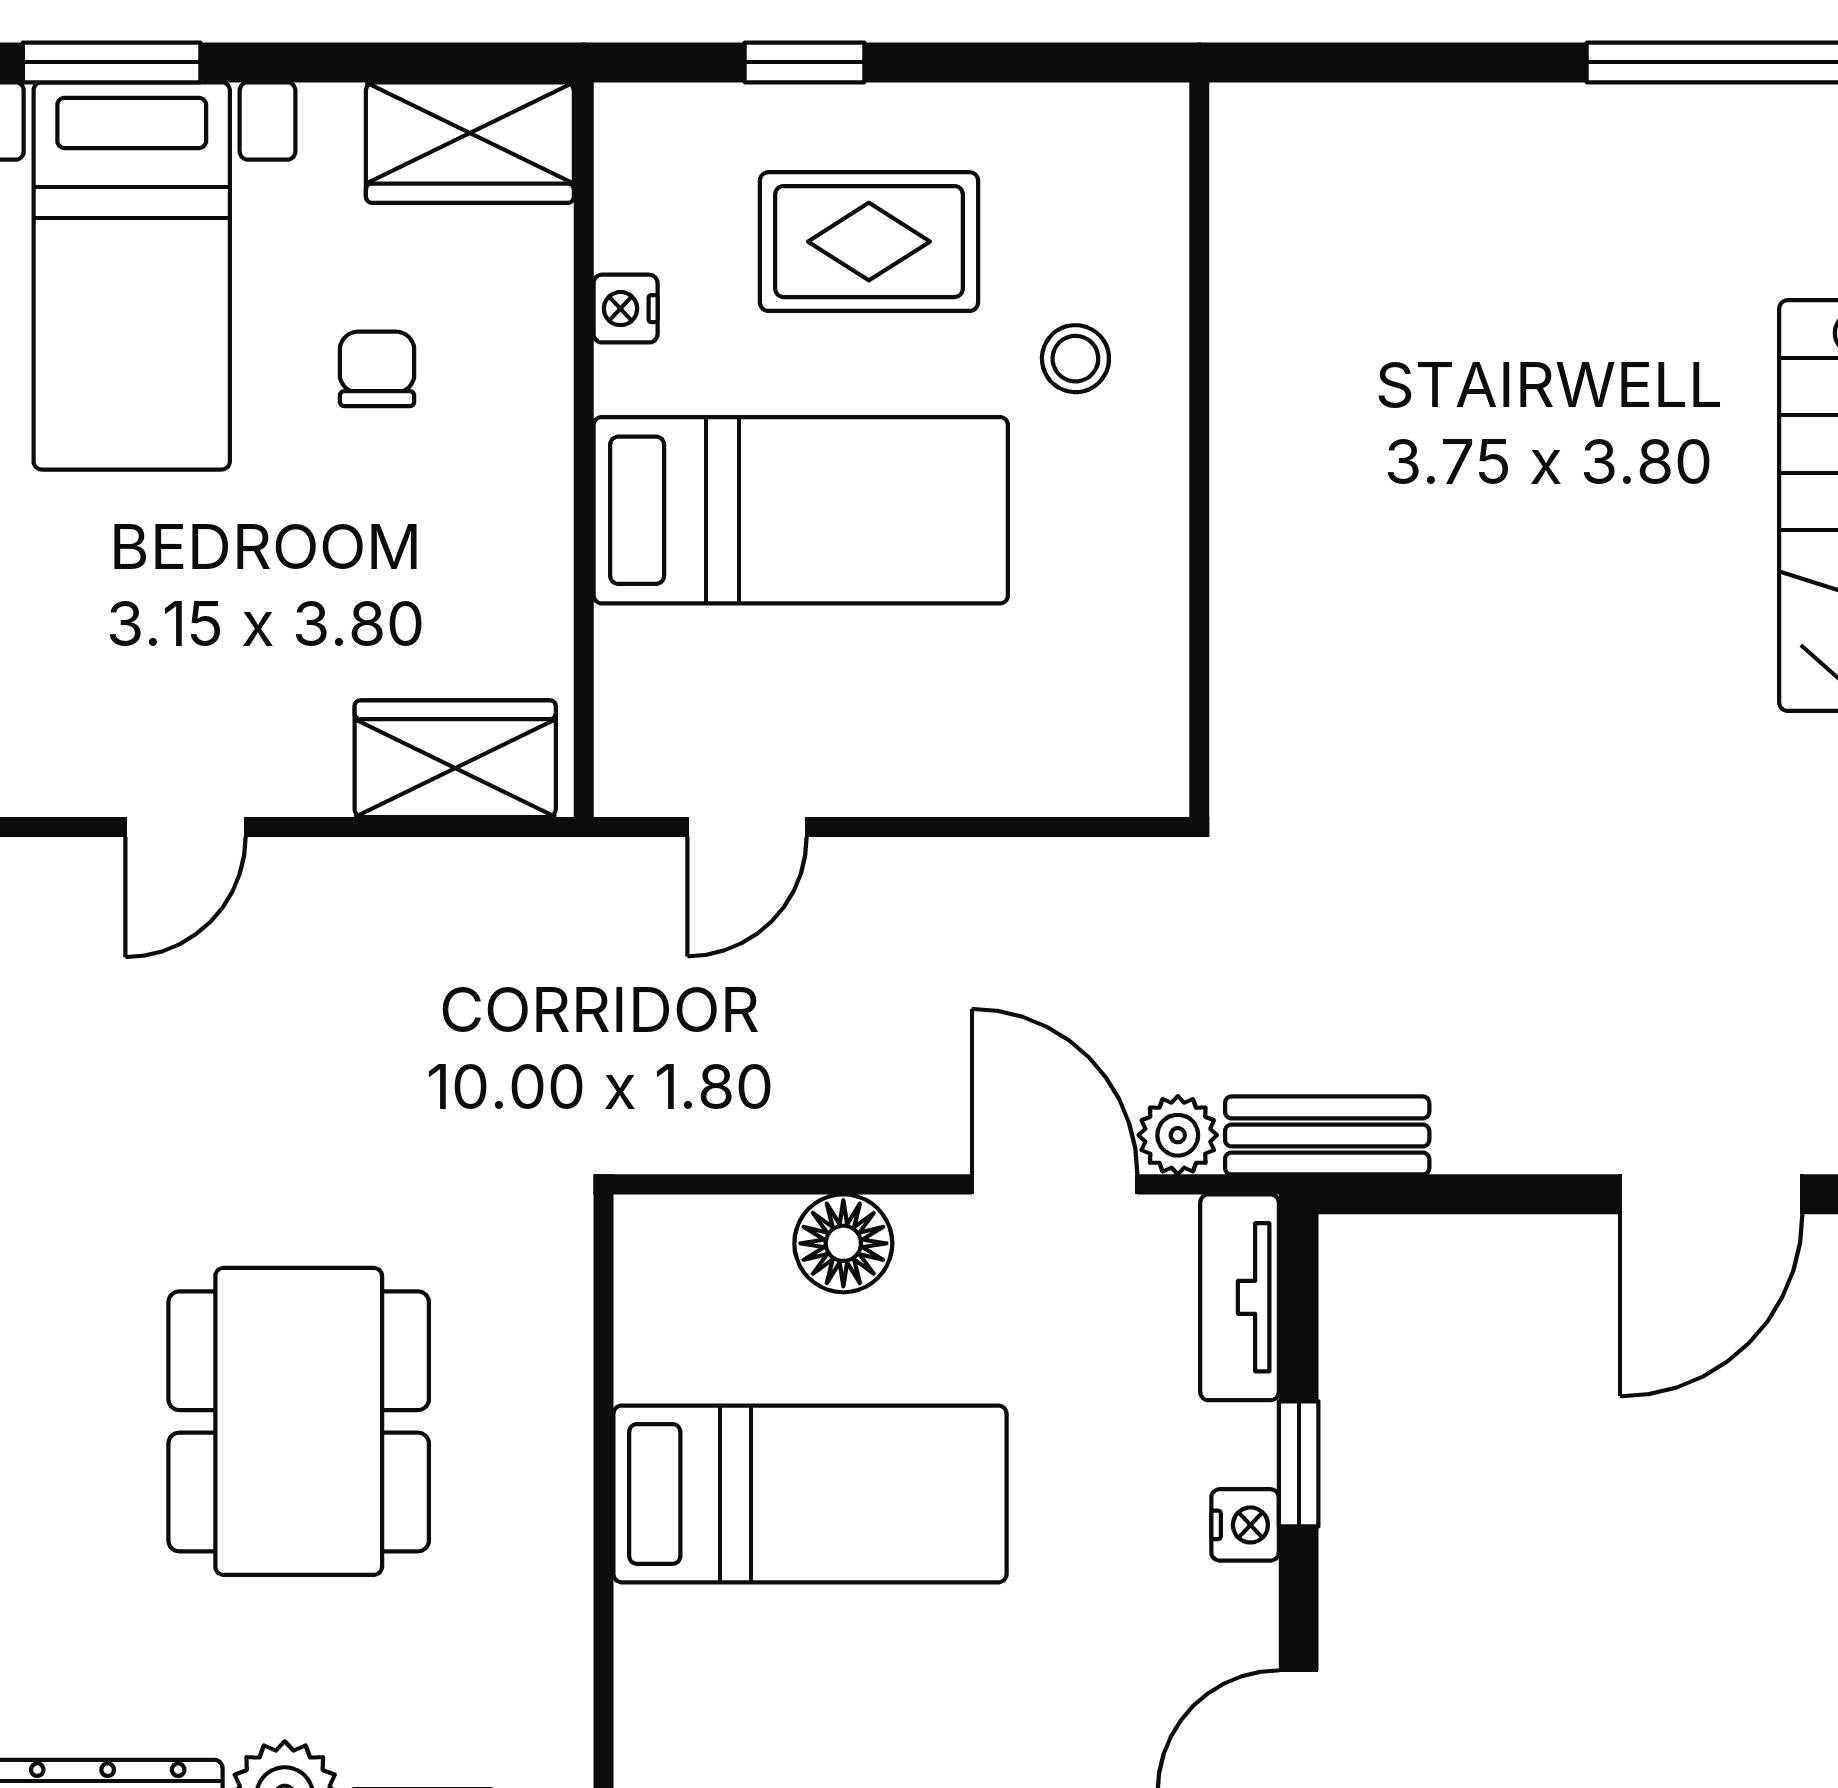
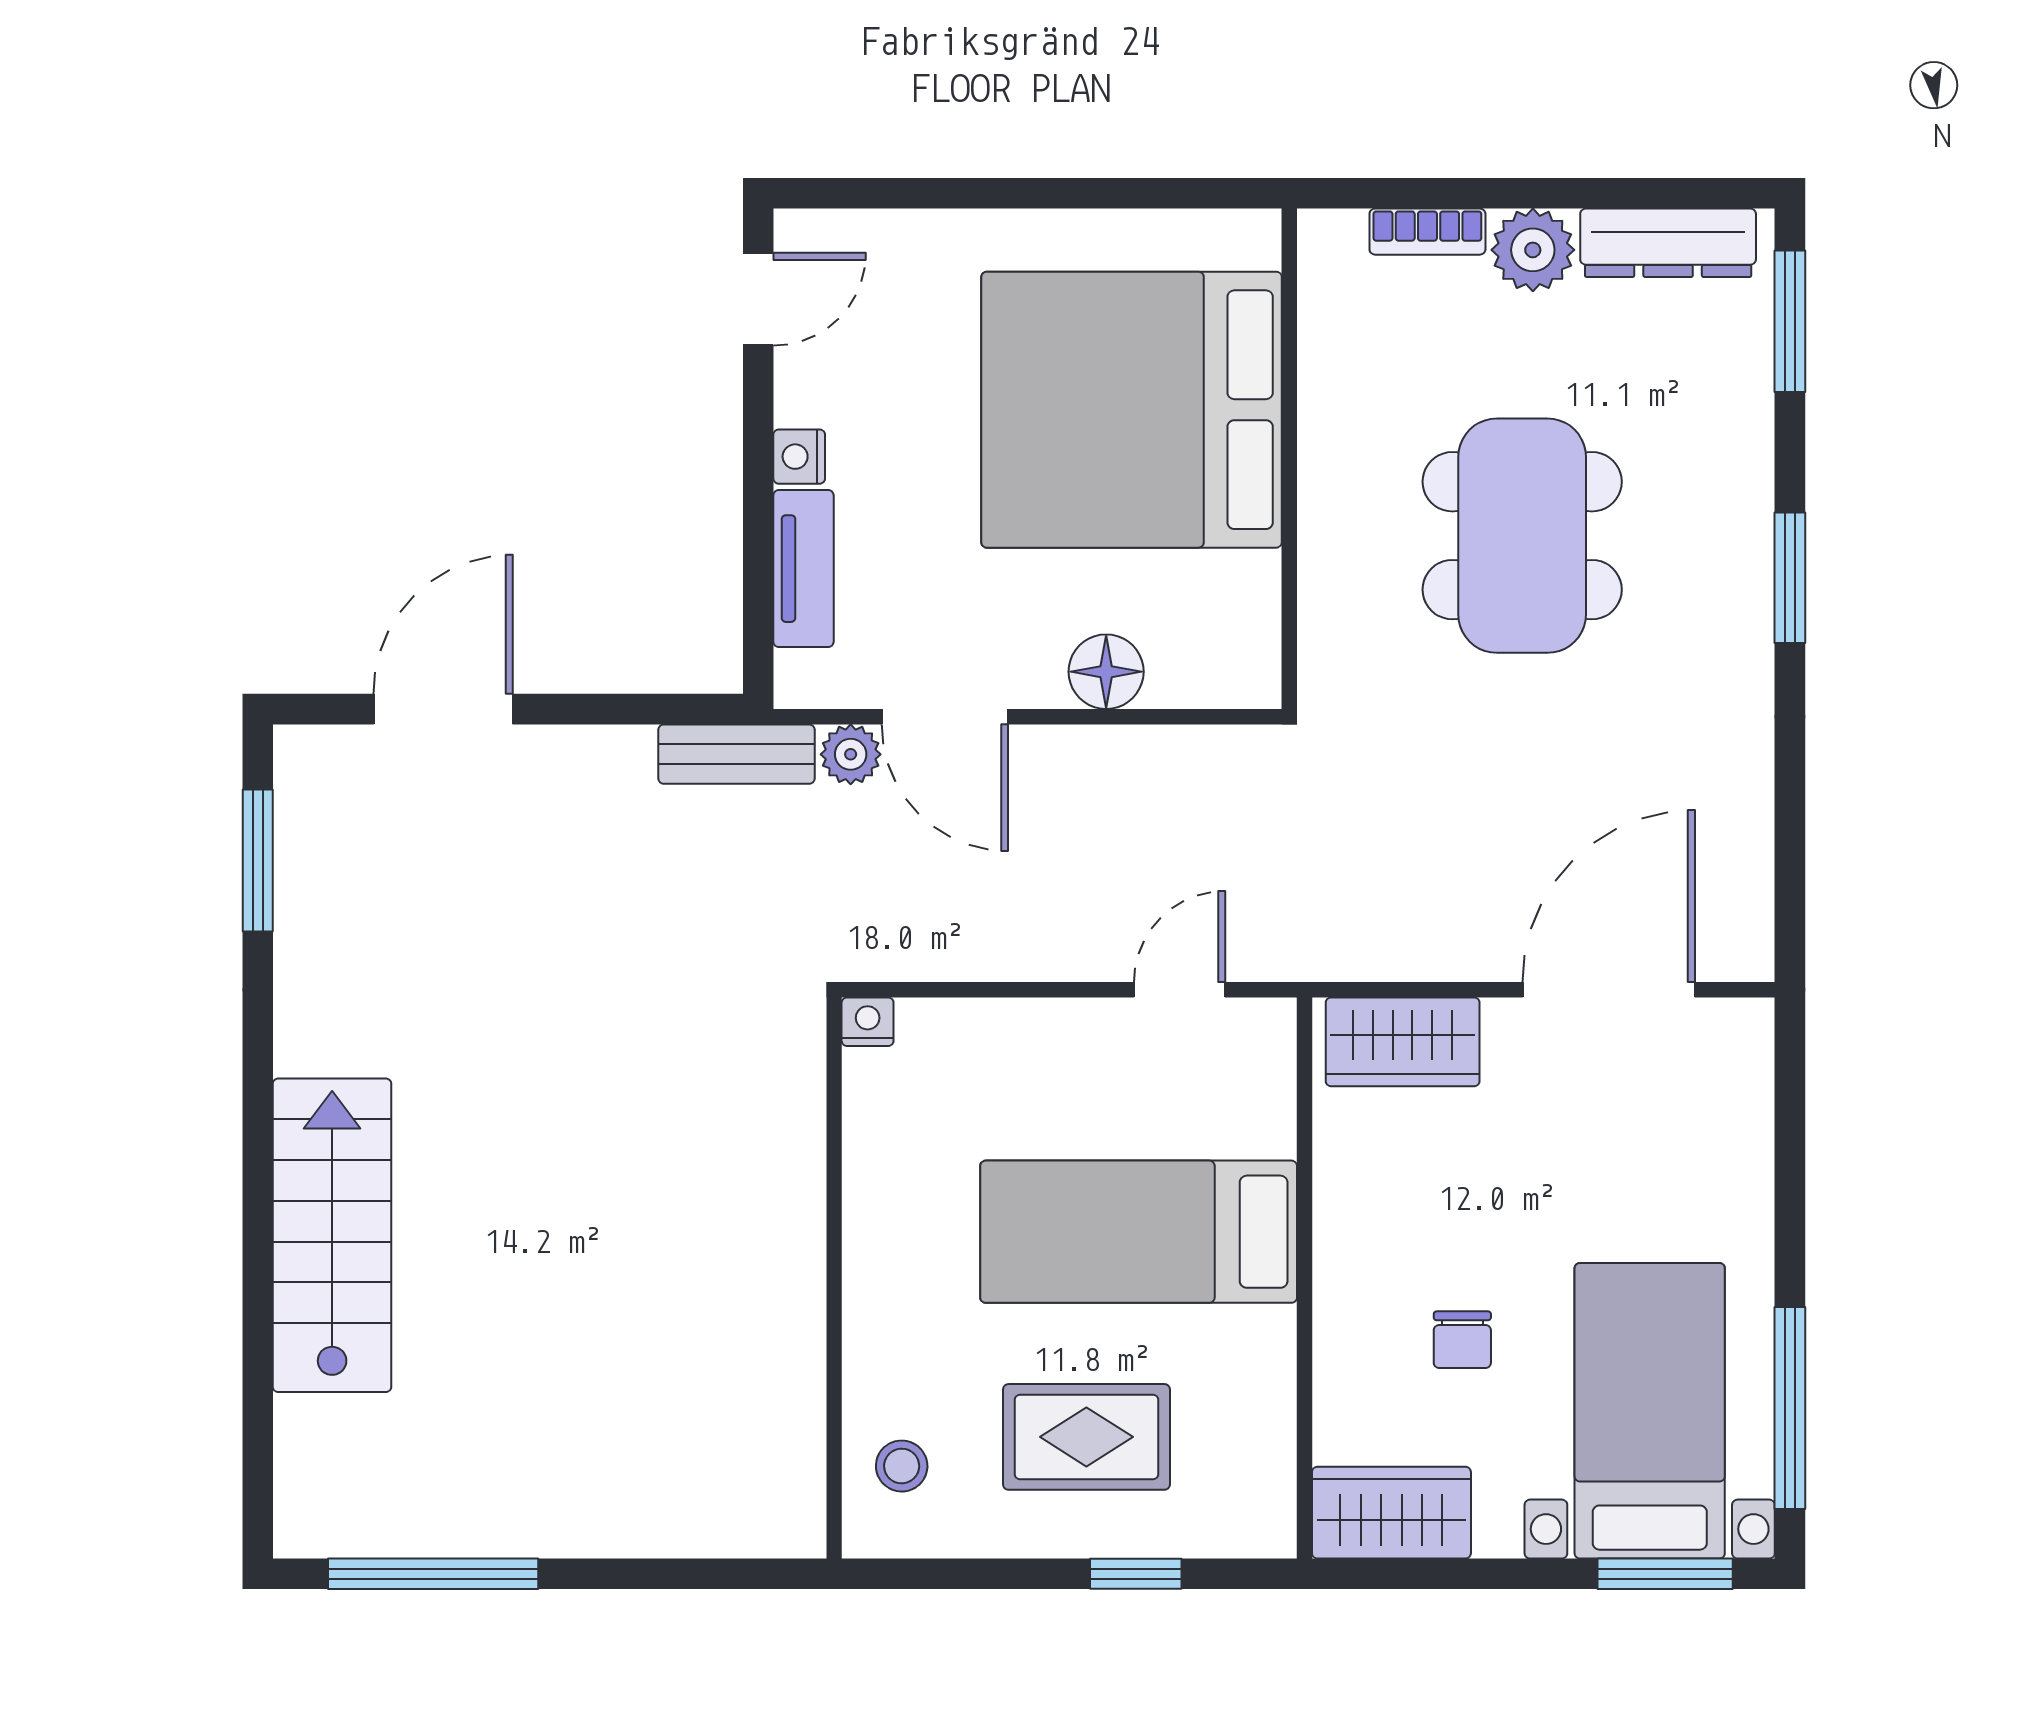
nightstand: (626, 309) -> (868, 1022), moved, turned -90
stool: (1075, 359) -> (902, 1466), moved
door: (185, 827) -> (1609, 990), width x1.87
tv unit: (1239, 1297) -> (803, 569), moved
window: (1299, 1464) -> (758, 503), removed
bed: (810, 1494) -> (1132, 410), width x2.04

